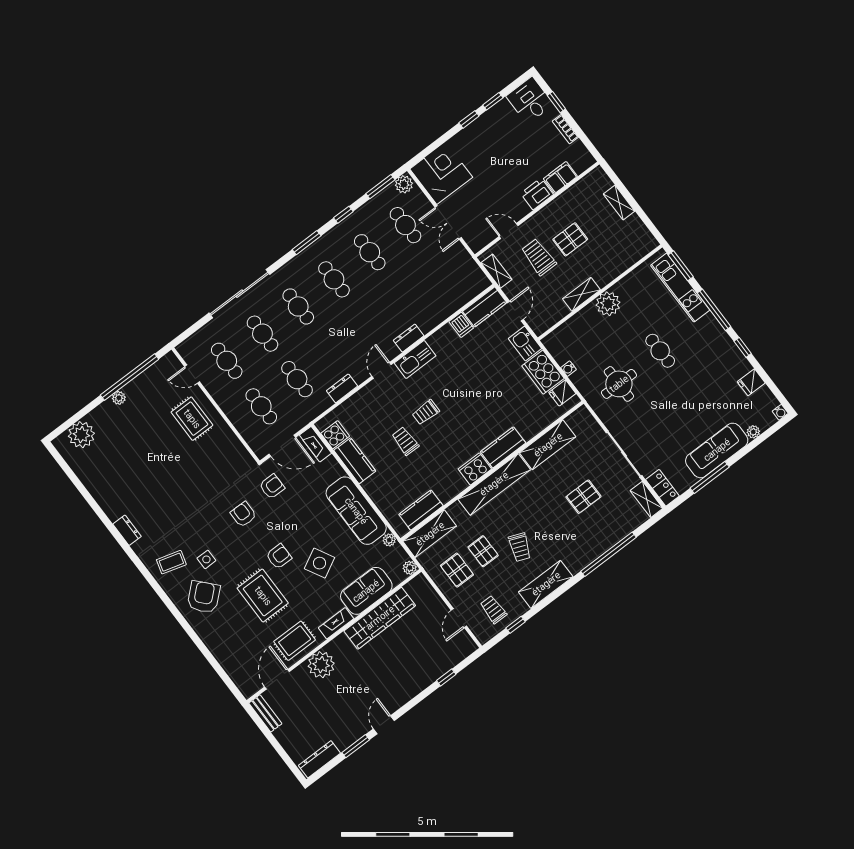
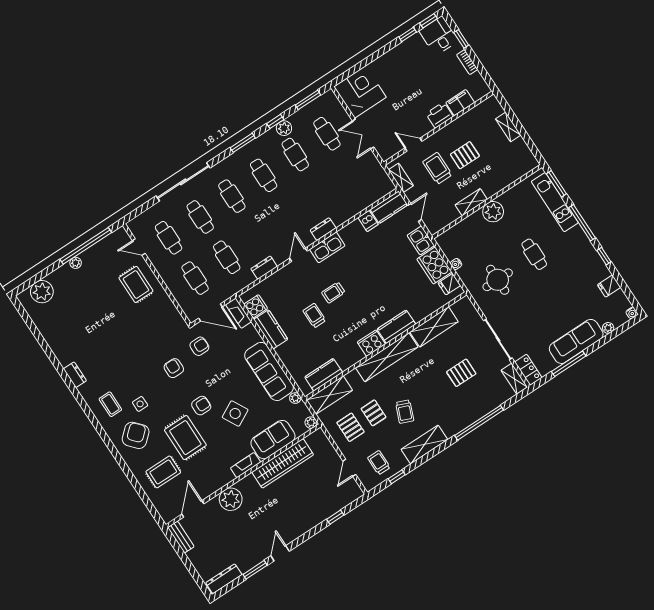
window: (469, 119) -> (429, 21), moved
plant: (404, 184) -> (284, 128), moved
coffee table: (171, 562) -> (110, 404), turned 74
rug: (295, 641) -> (163, 472), moved

